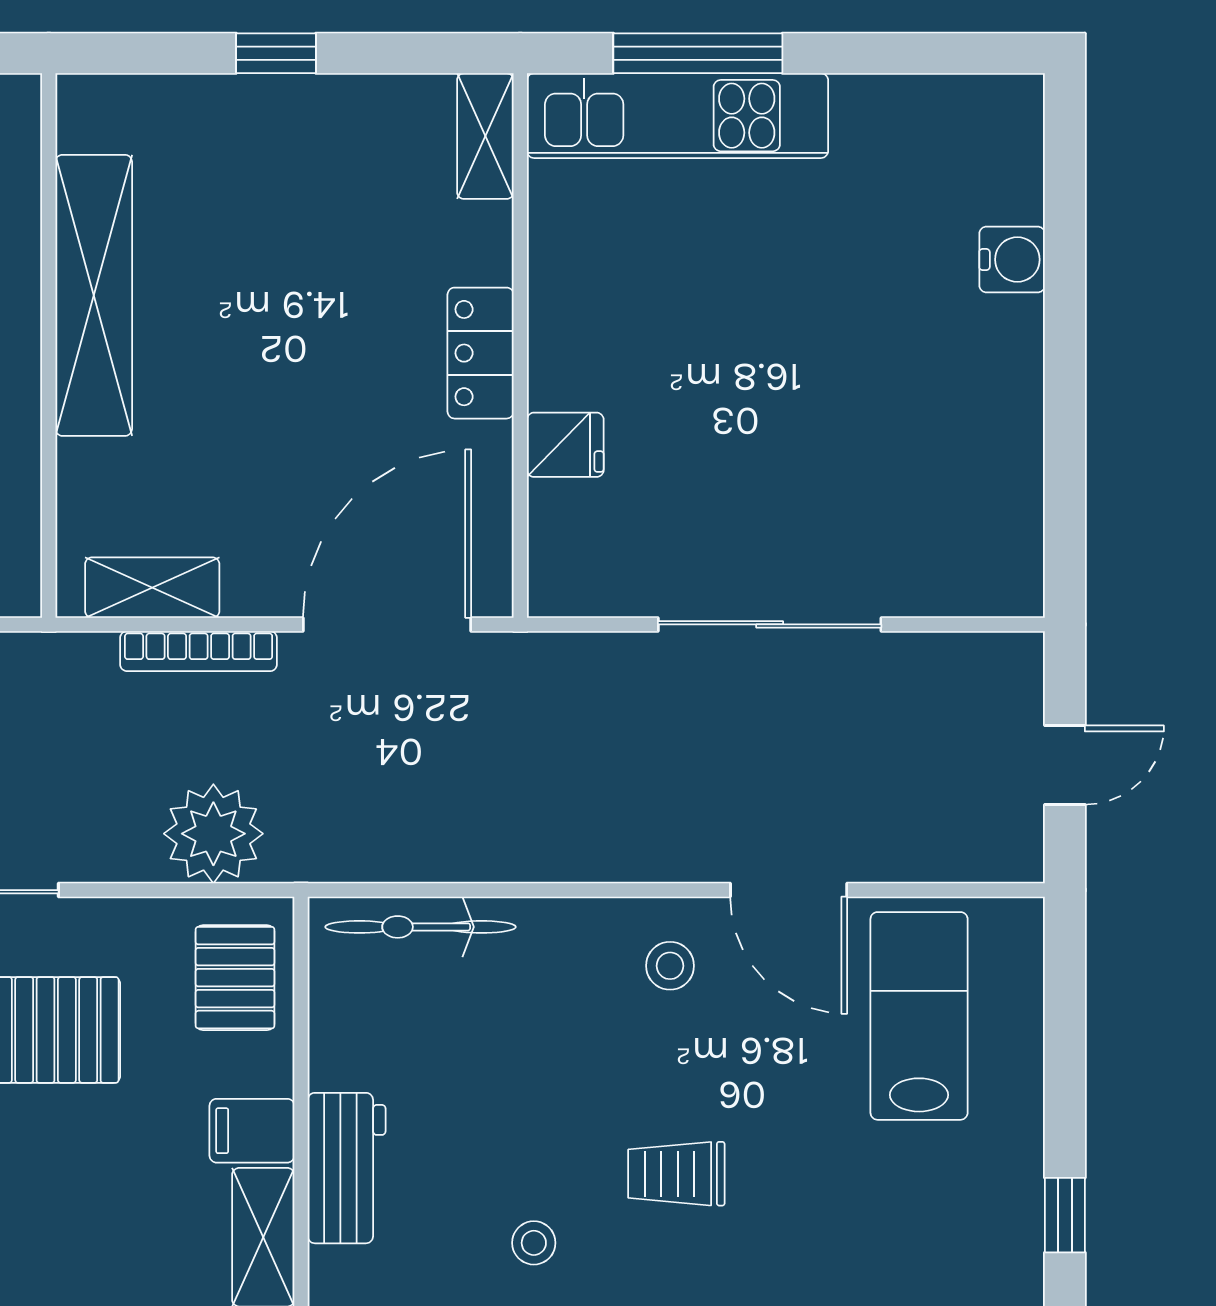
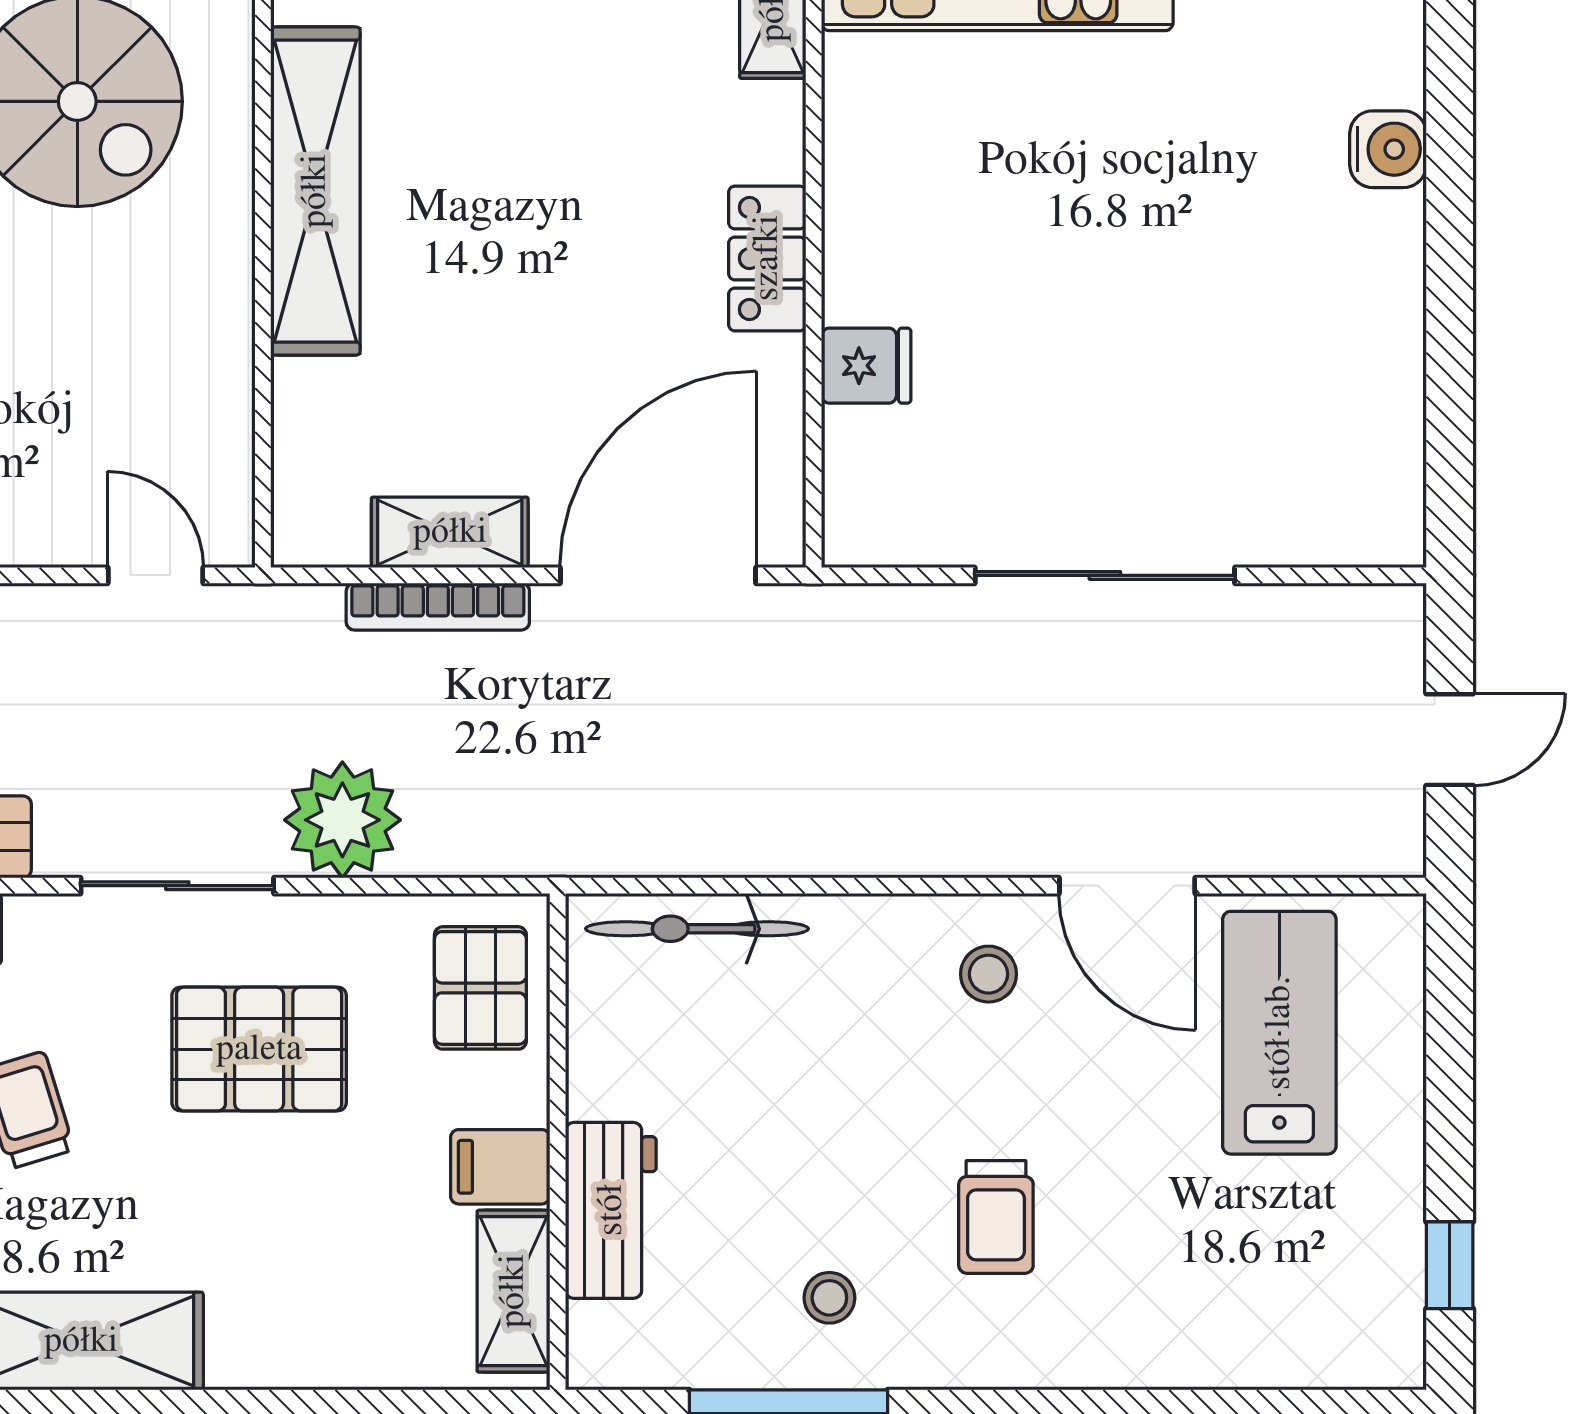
shelving: (152, 588) -> (450, 532), moved
plant: (213, 834) -> (342, 820), moved
trolley: (676, 1174) -> (996, 1217), turned -90

